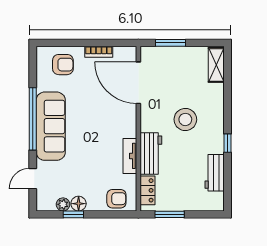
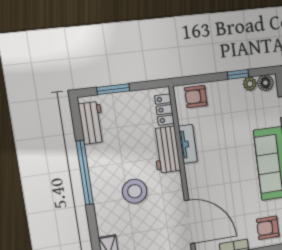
window: (227, 143) -> (85, 173), width x3.17
workbench: (215, 173) -> (92, 123), moved
floor lamp: (79, 204) -> (265, 83), moved
window: (170, 214) -> (113, 89), moved

